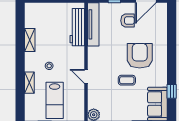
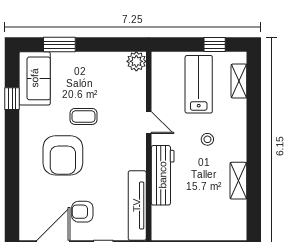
workbench: (77, 27) -> (163, 175), moved
shelving: (29, 83) -> (239, 81), moved

